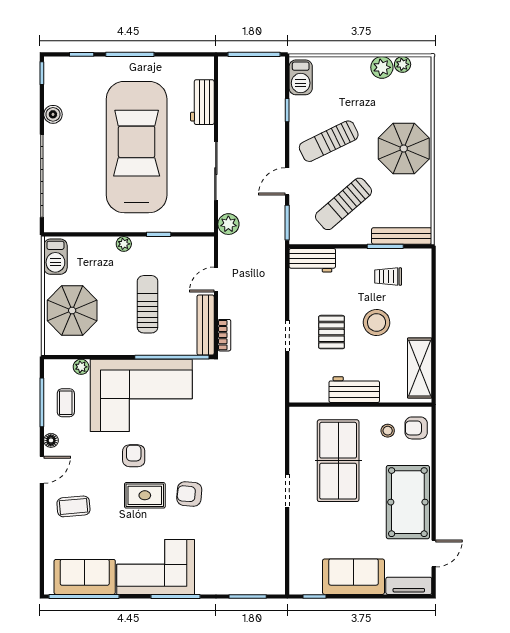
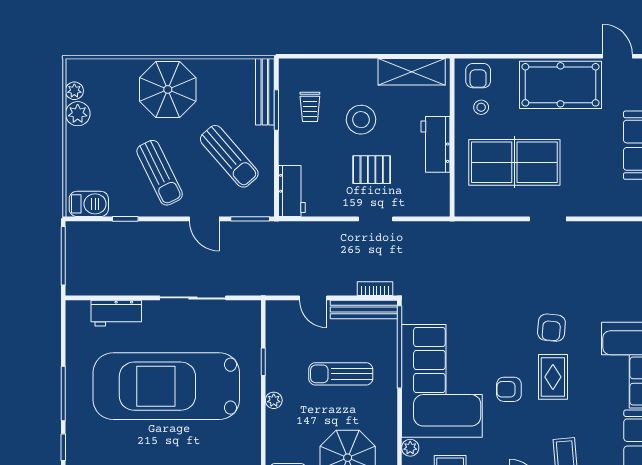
plant: (228, 224) -> (252, 284), removed

